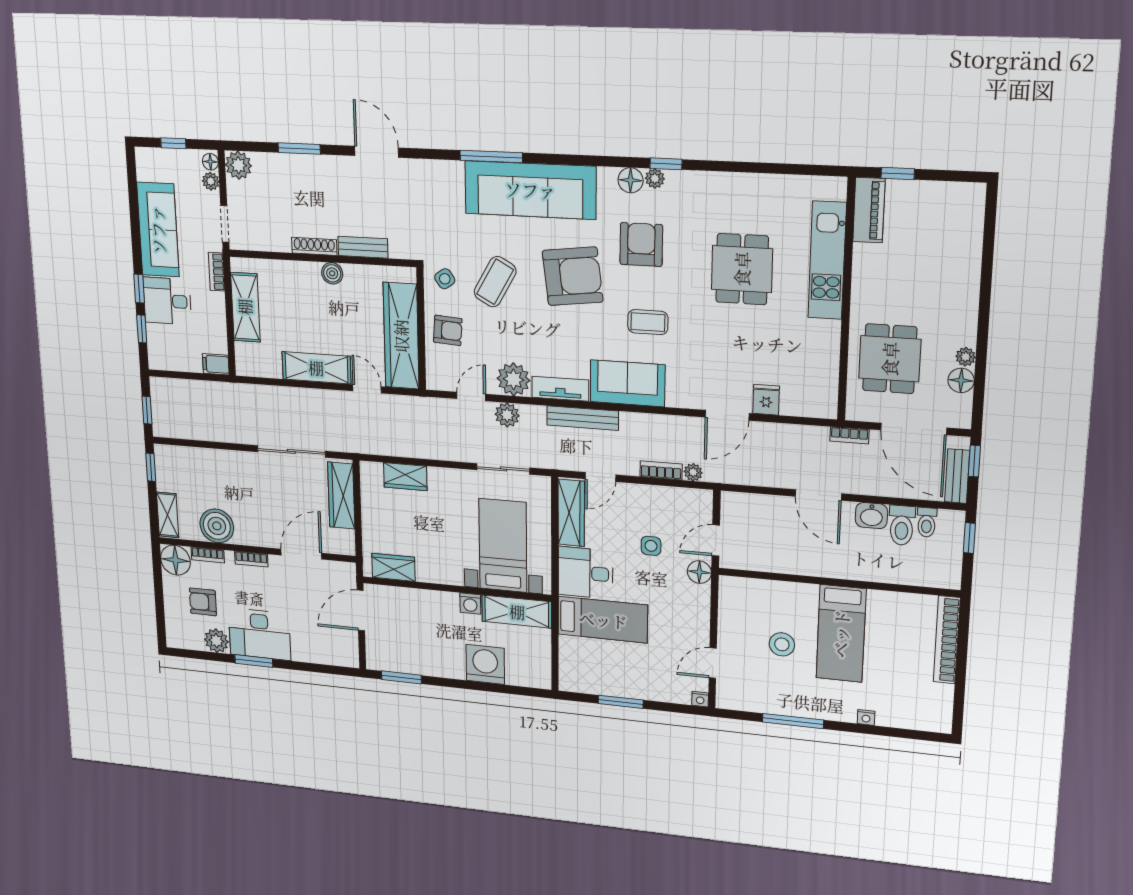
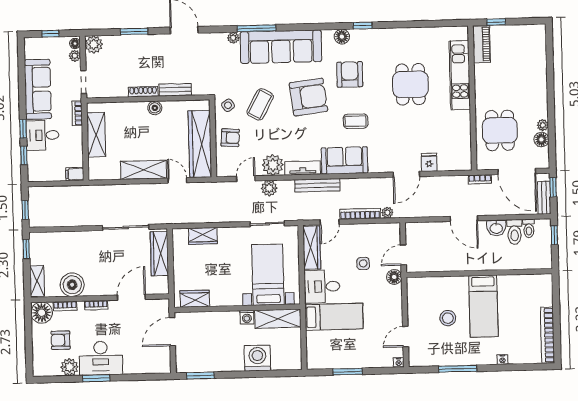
plant: (655, 178) -> (233, 38), moved
bookcase: (661, 470) -> (360, 214), width x1.56
bookcase: (947, 640) -> (548, 335), moved

